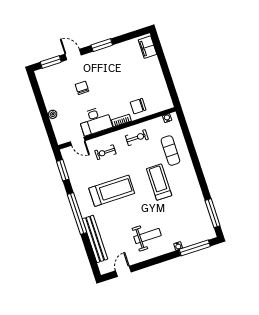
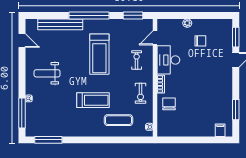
window: (102, 45) -> (236, 110), moved
filing cabinet: (147, 47) -> (220, 130), width x0.50
chair: (82, 88) -> (200, 41), moved
weight bench: (147, 236) -> (47, 73), turned 90

